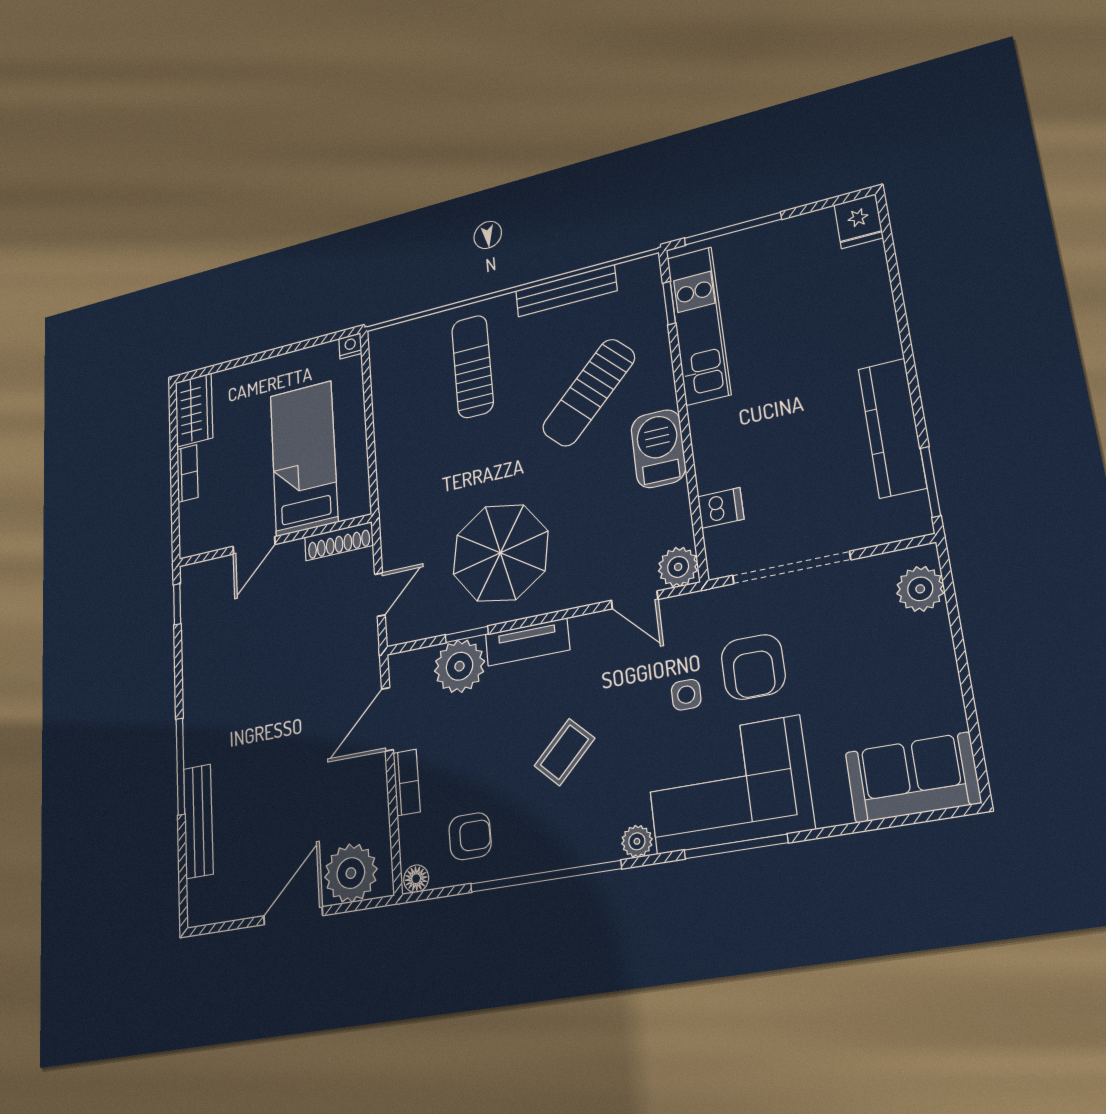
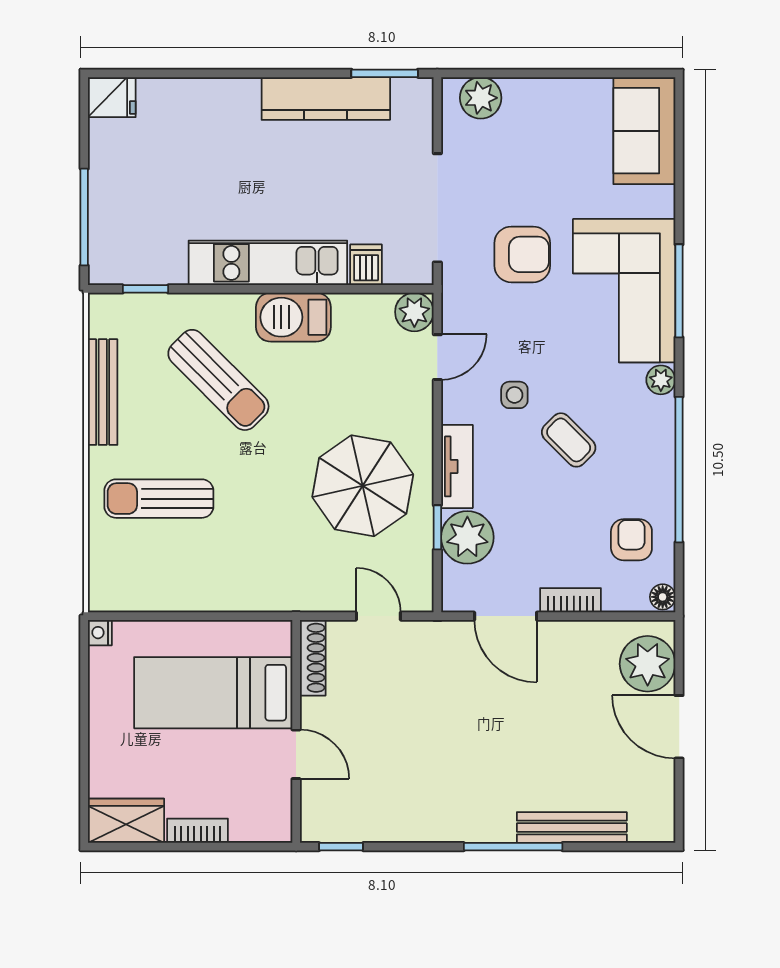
kitchen unit: (699, 326) -> (268, 263), moved
side table: (686, 695) -> (514, 395), moved

